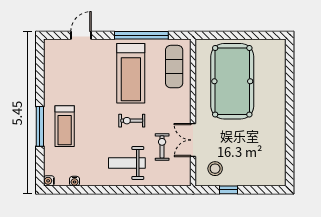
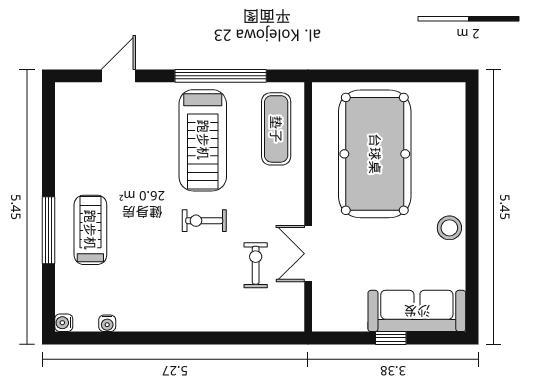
treadmill: (65, 126) -> (90, 230), turned 180
weight bench: (127, 163) -> (196, 292), removed
stool: (215, 169) -> (449, 228), moved
sofa: (257, 174) -> (417, 311), added
window: (228, 190) -> (391, 338), moved

